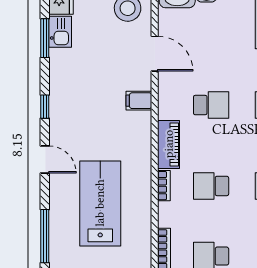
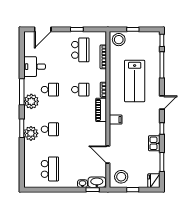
kitchen sink: (60, 32) -> (154, 143), moved
filing cabinet: (139, 101) -> (116, 120), moved
school desk: (211, 105) -> (80, 129), removed
door: (45, 160) -> (162, 103), swing flipped

